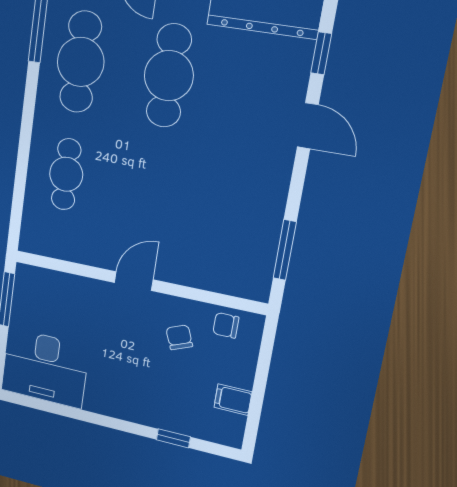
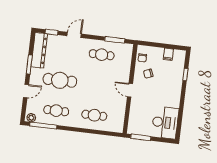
cafe table: (81, 62) -> (56, 111), width x0.73, depth x0.74
cafe table: (241, 207) -> (102, 55), added

